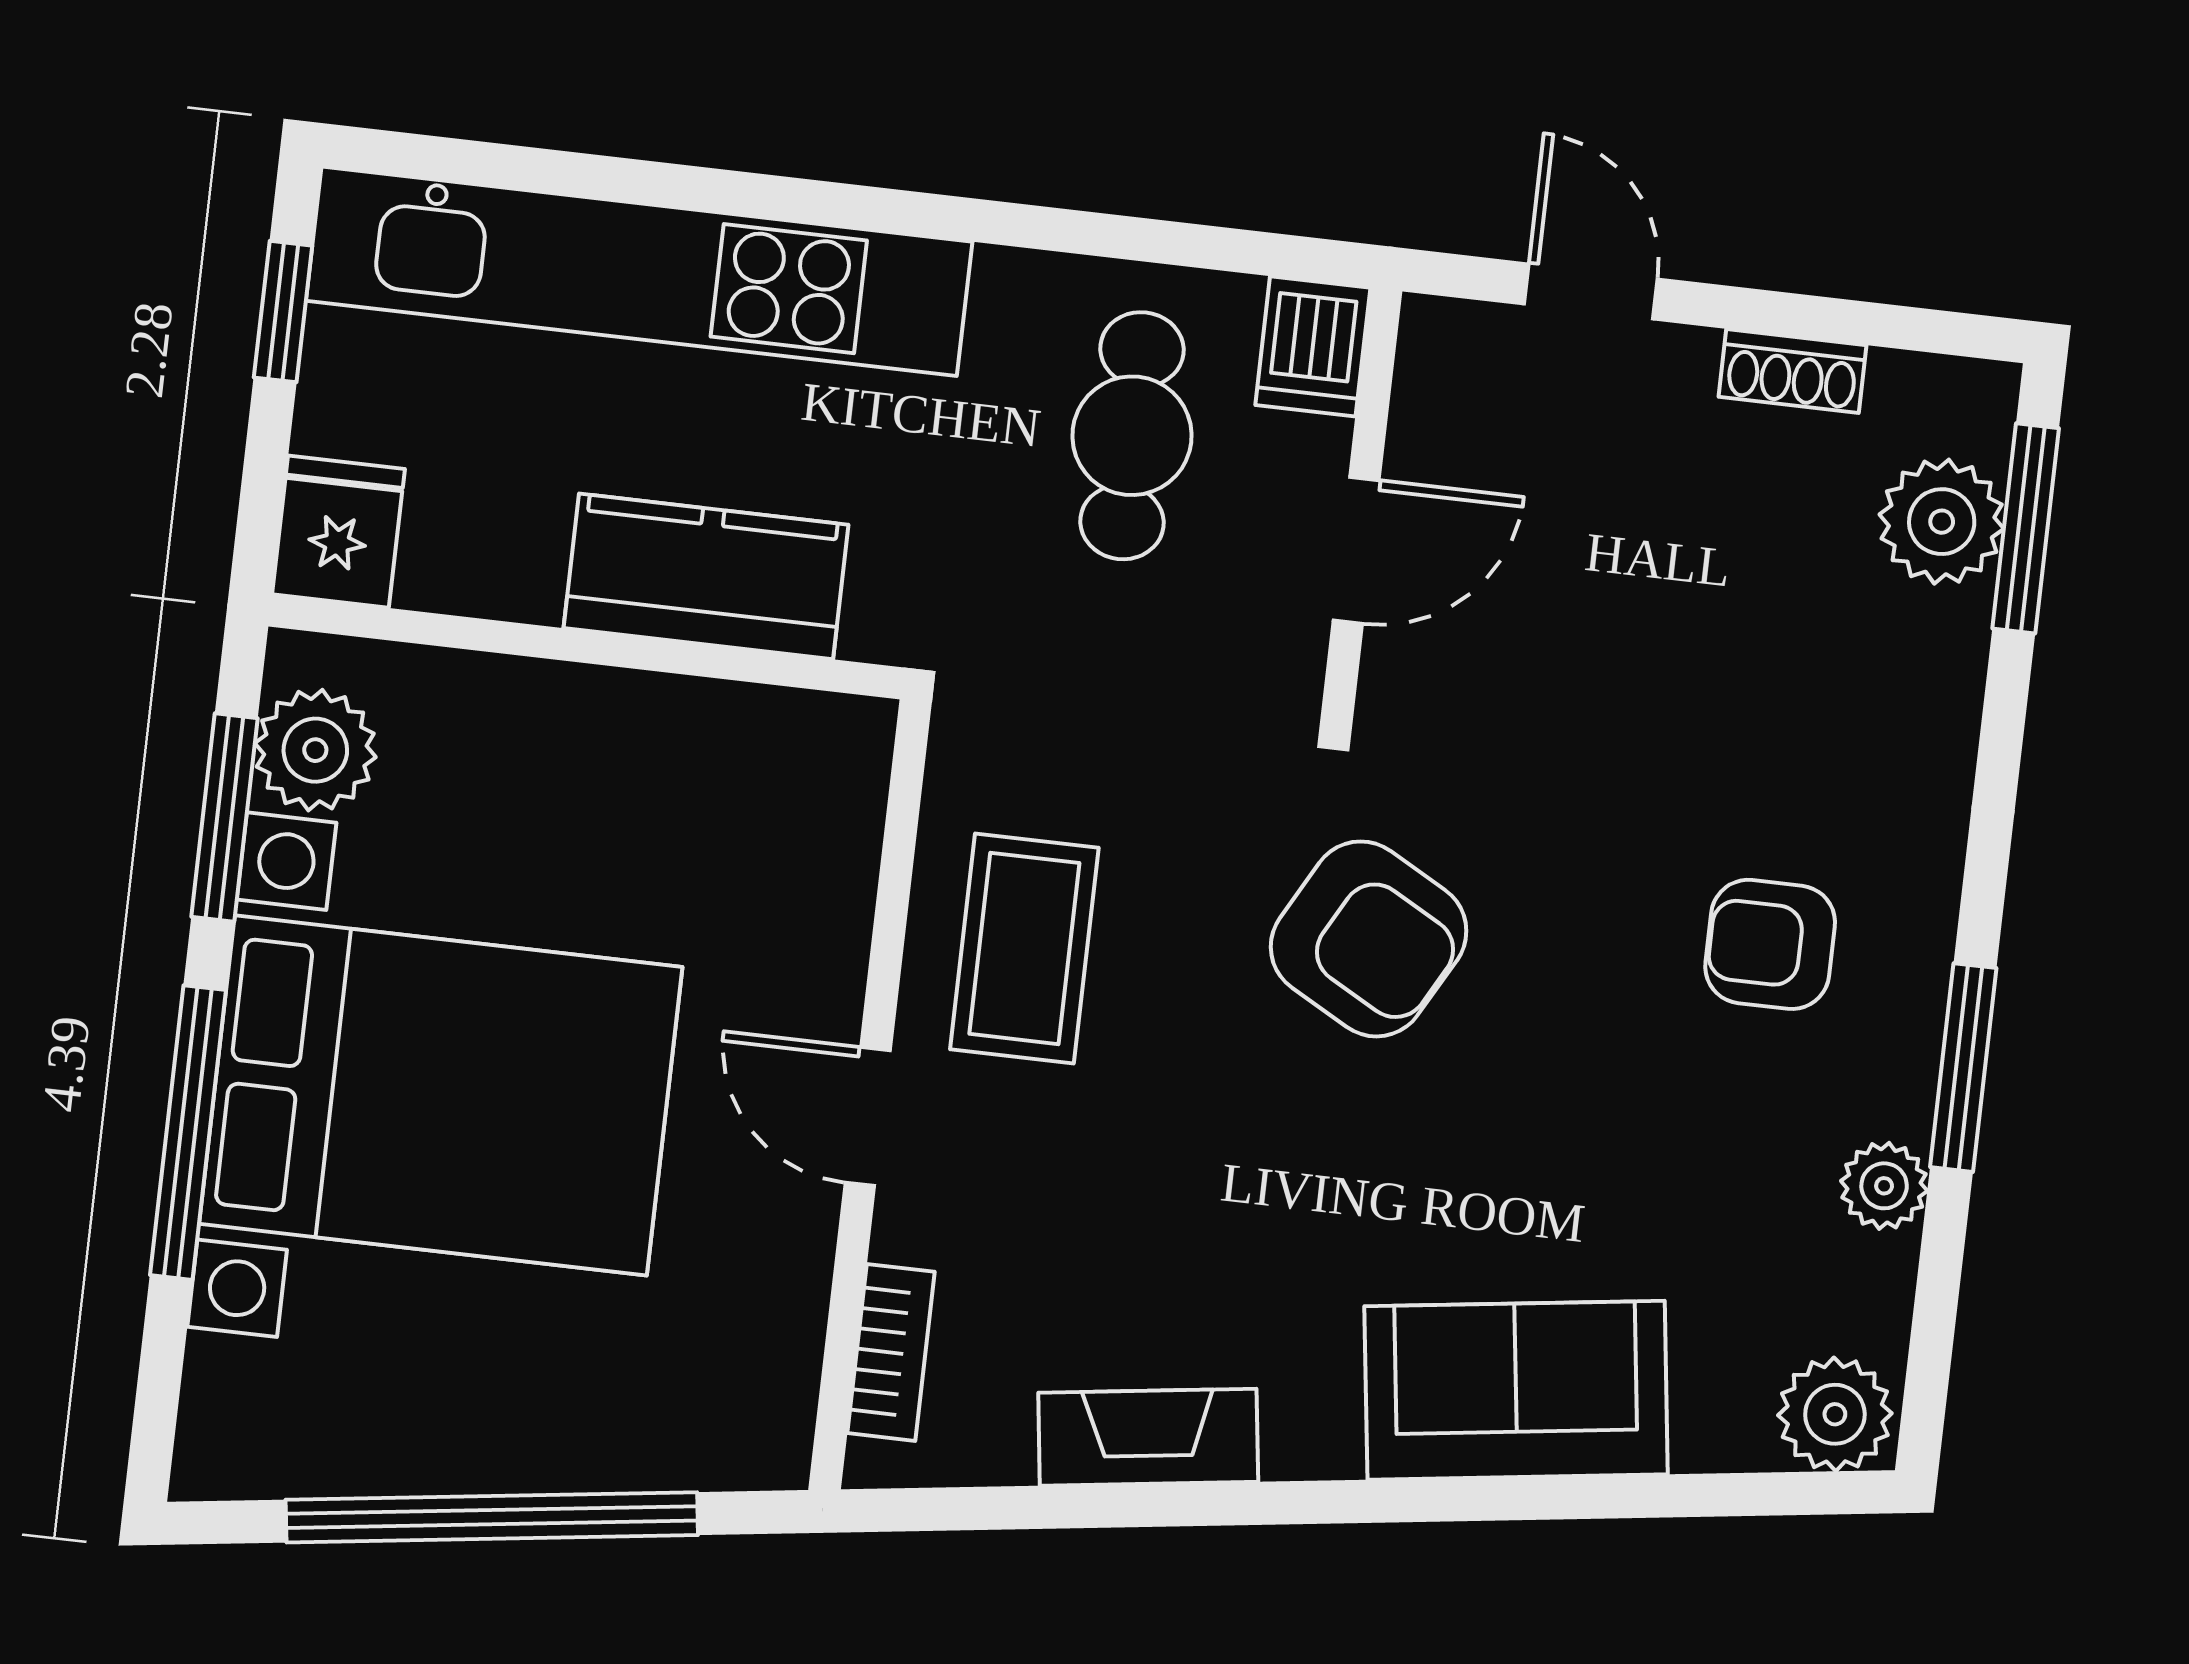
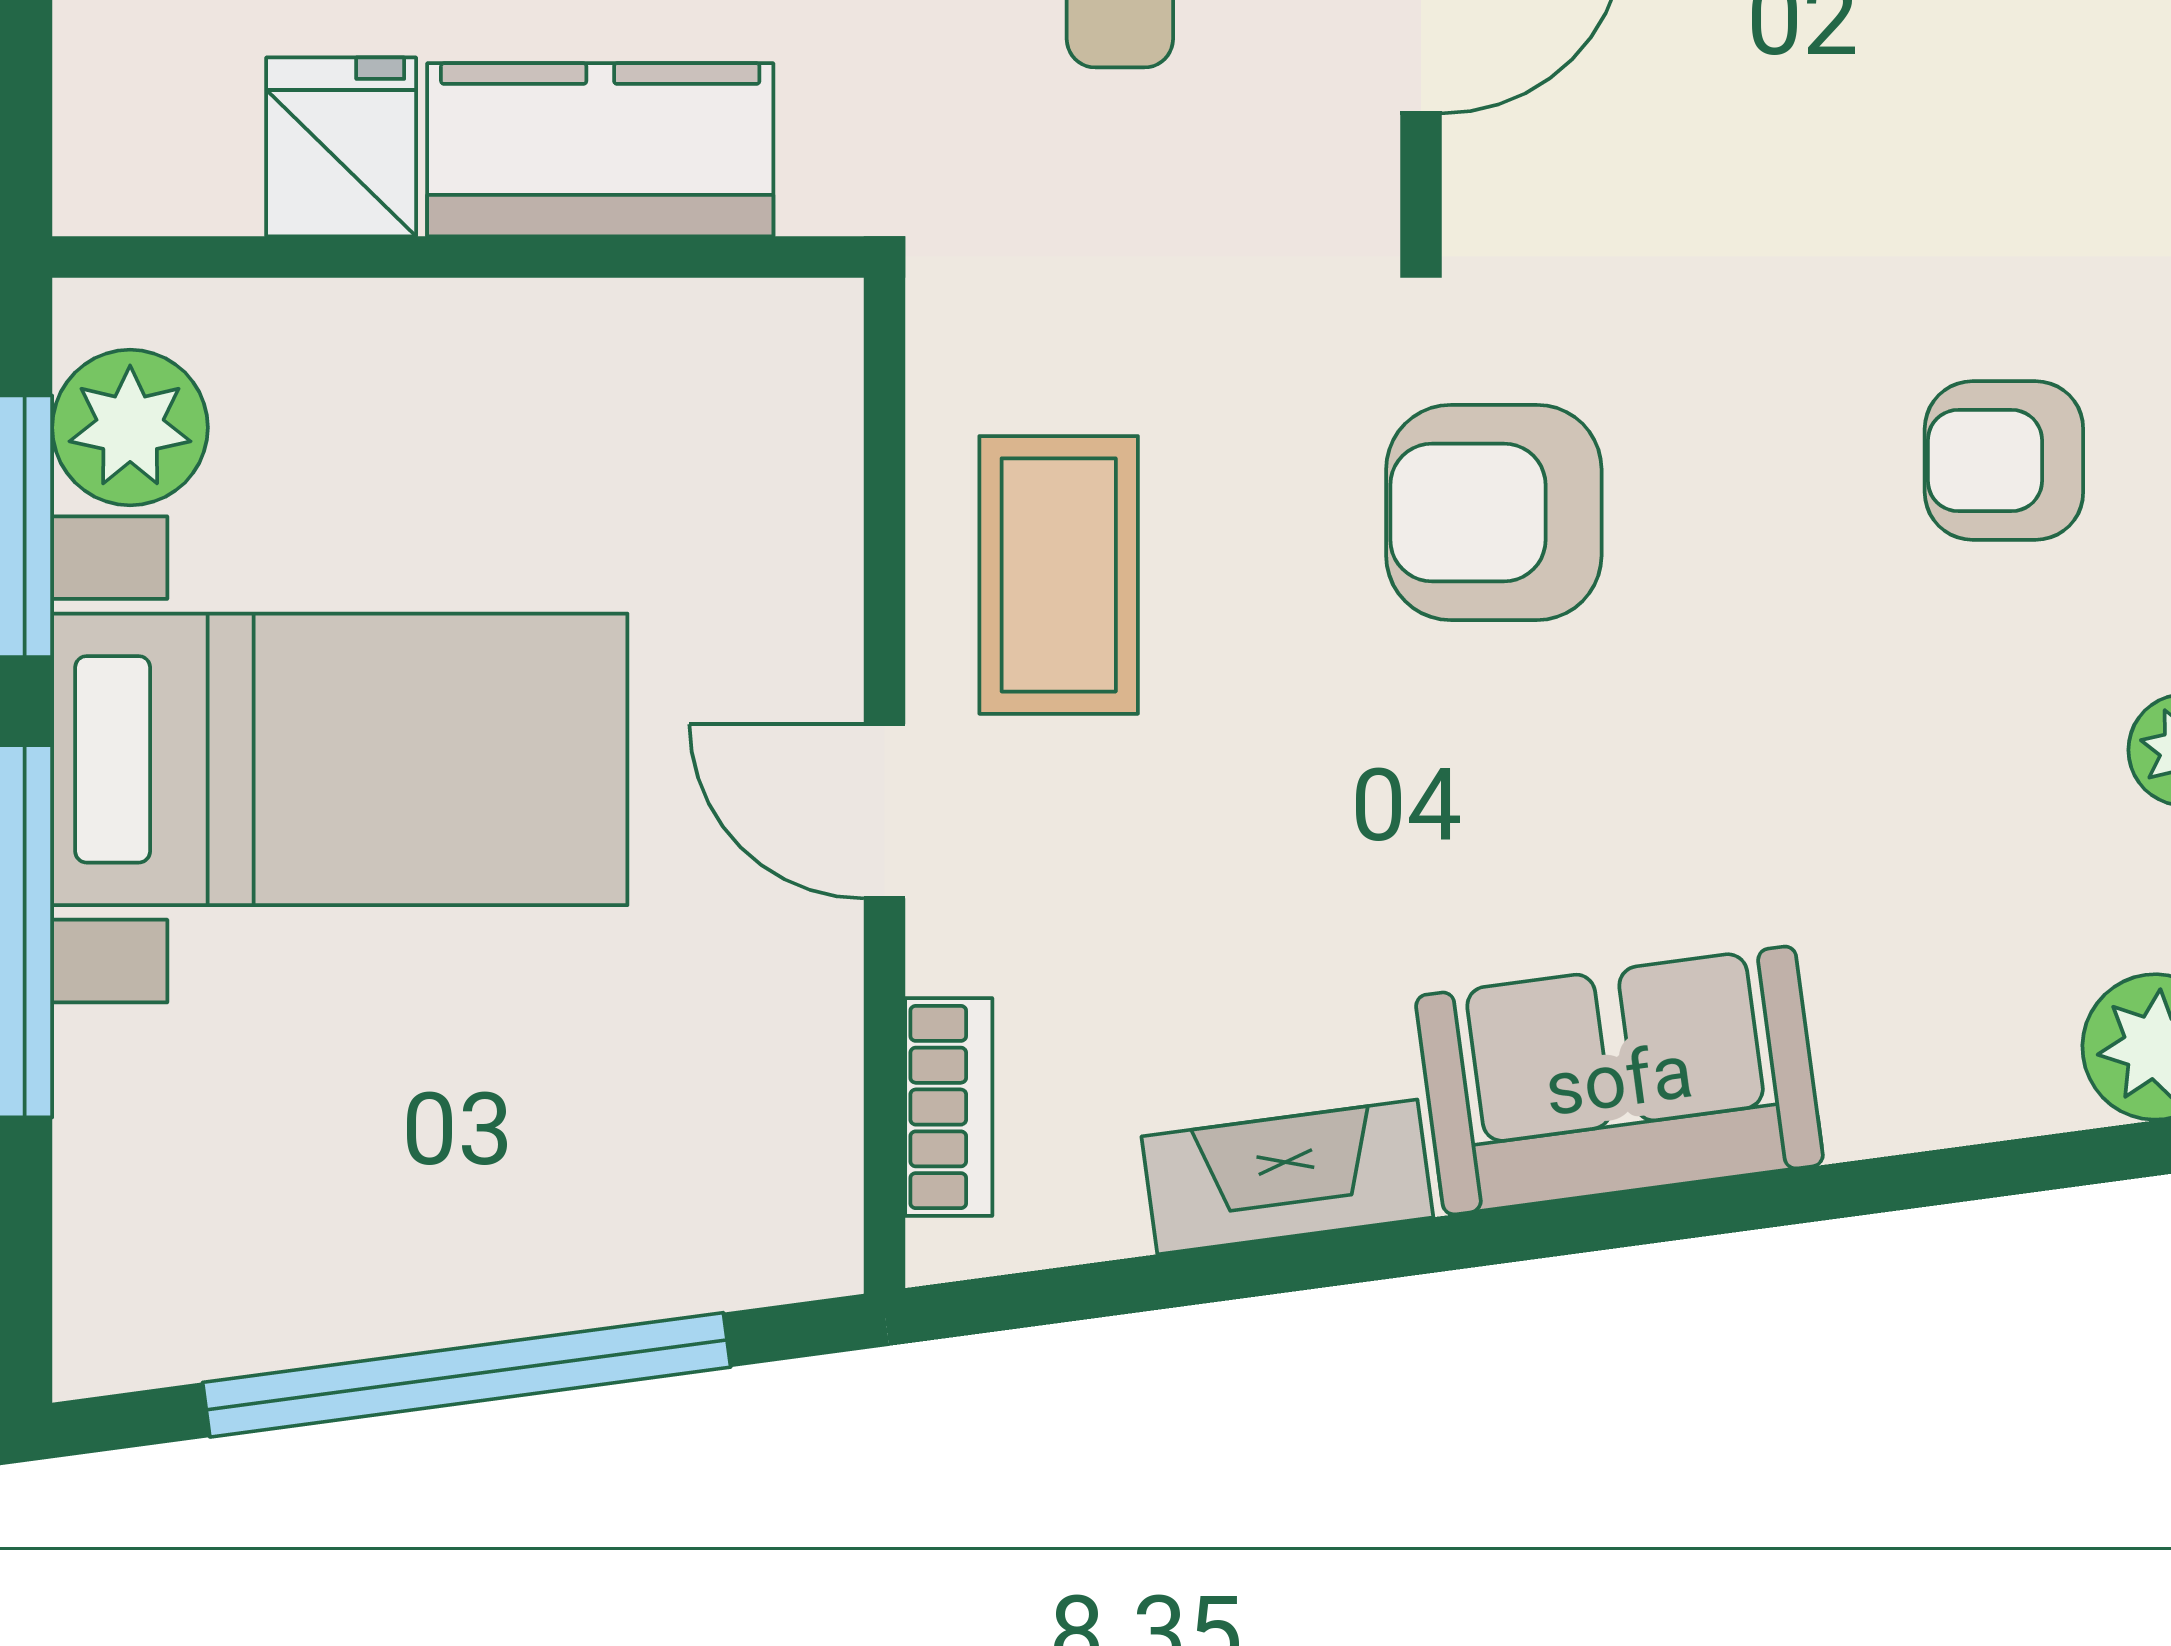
fridge: (338, 532) -> (341, 147), moved
armchair: (1369, 939) -> (1494, 512), turned 151
bed with nightstands: (441, 1095) -> (340, 759), width x0.73
sofa: (1516, 1390) -> (1619, 1080), moved

